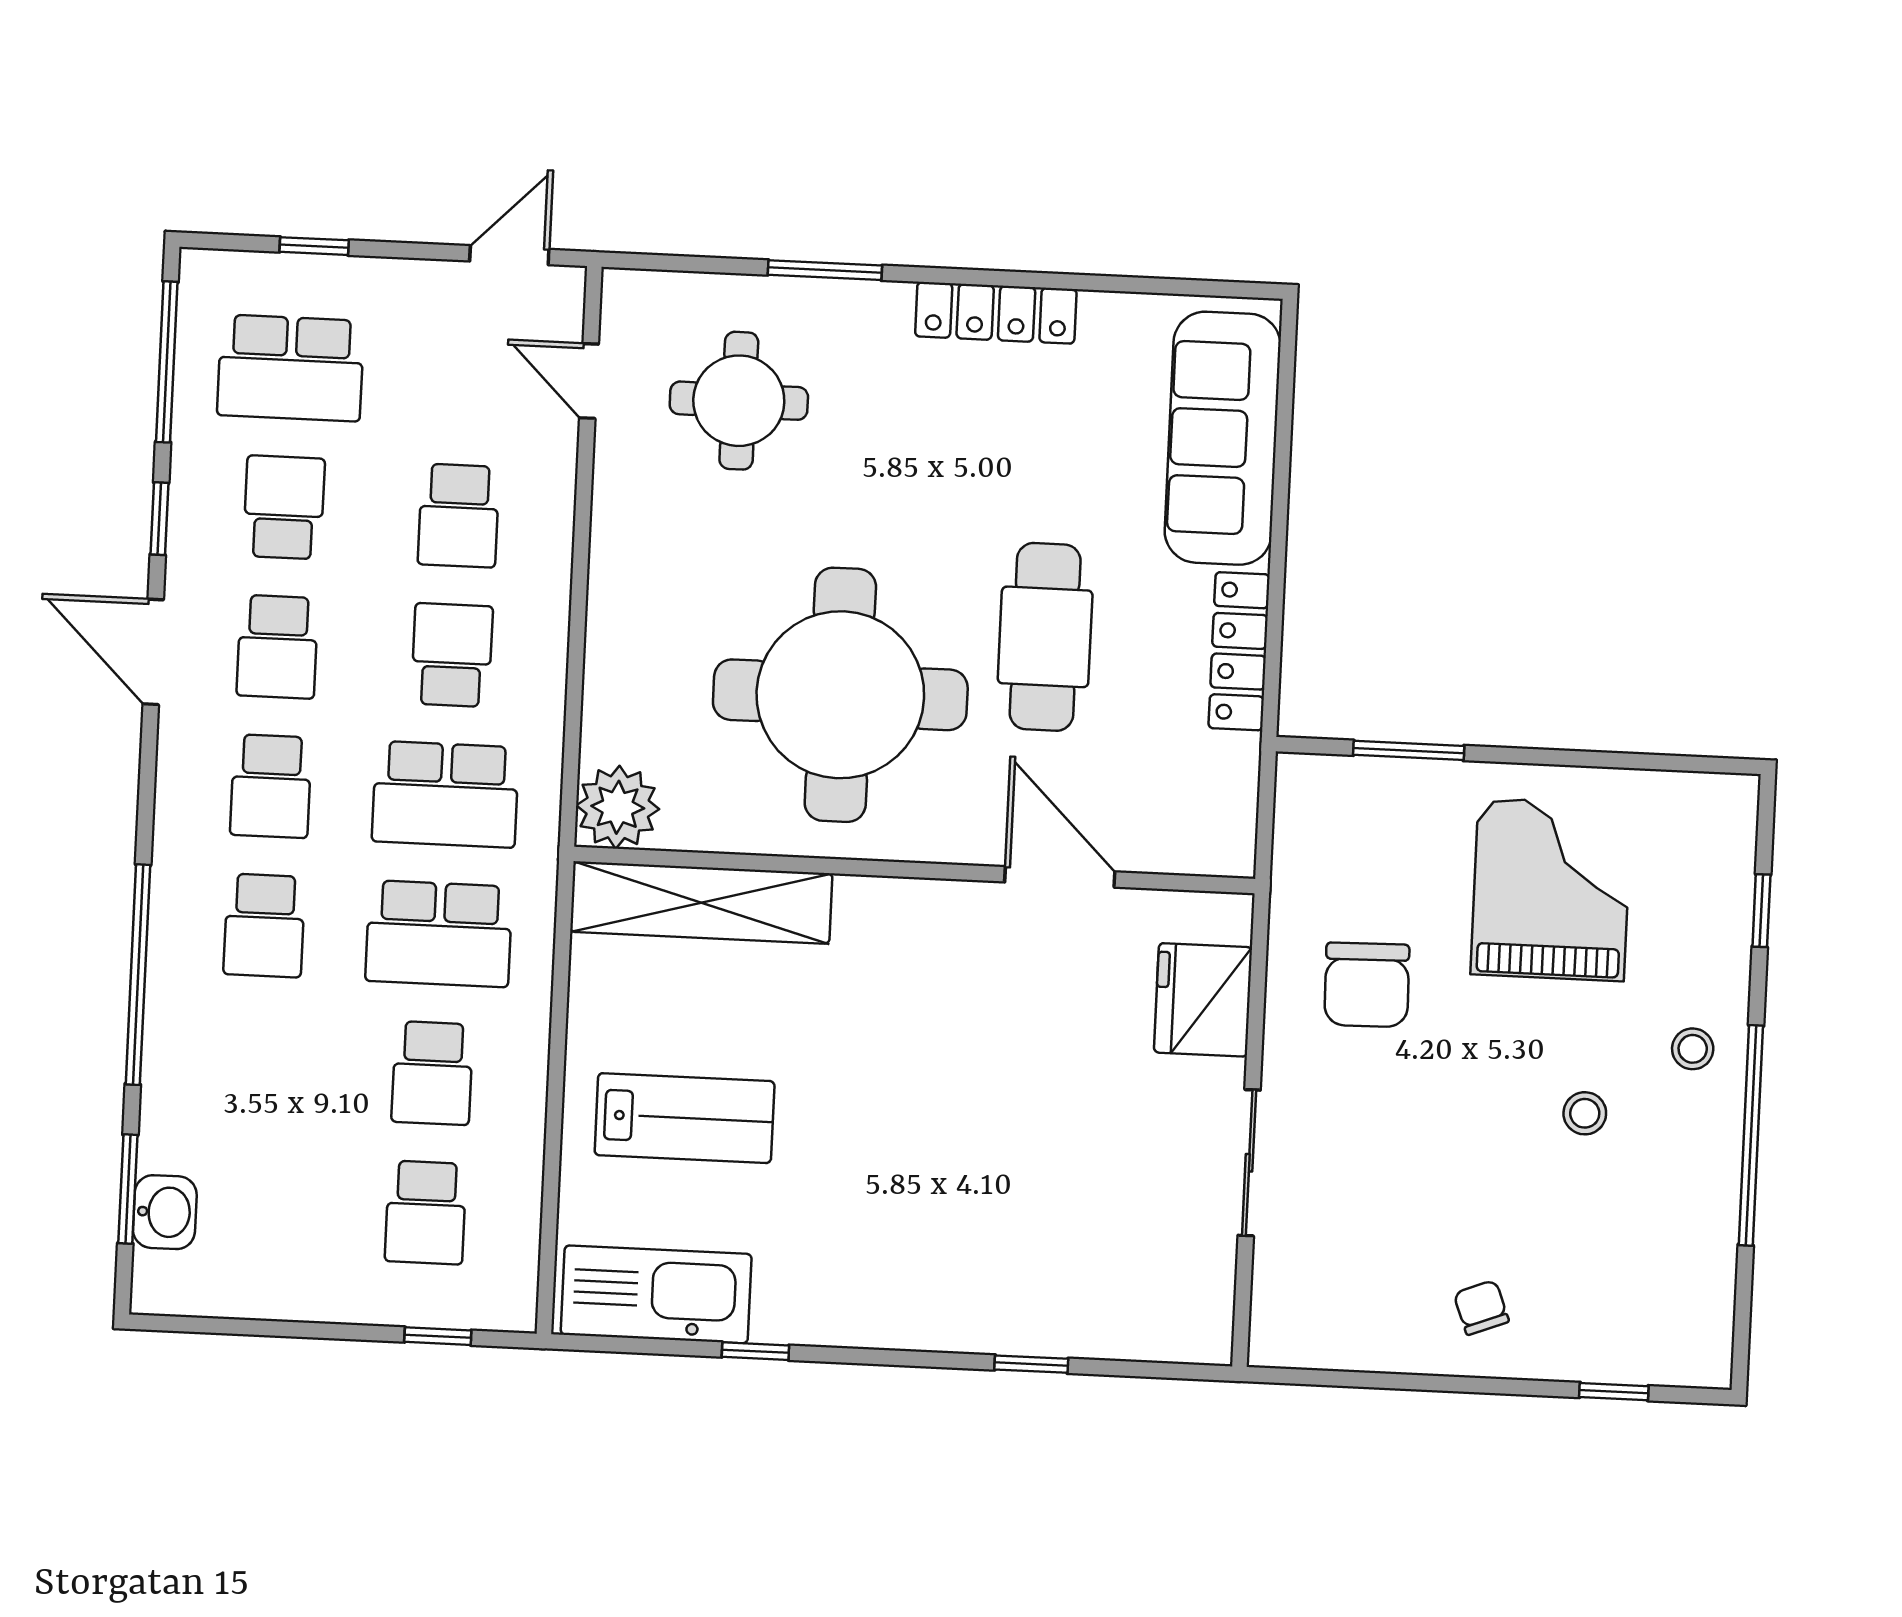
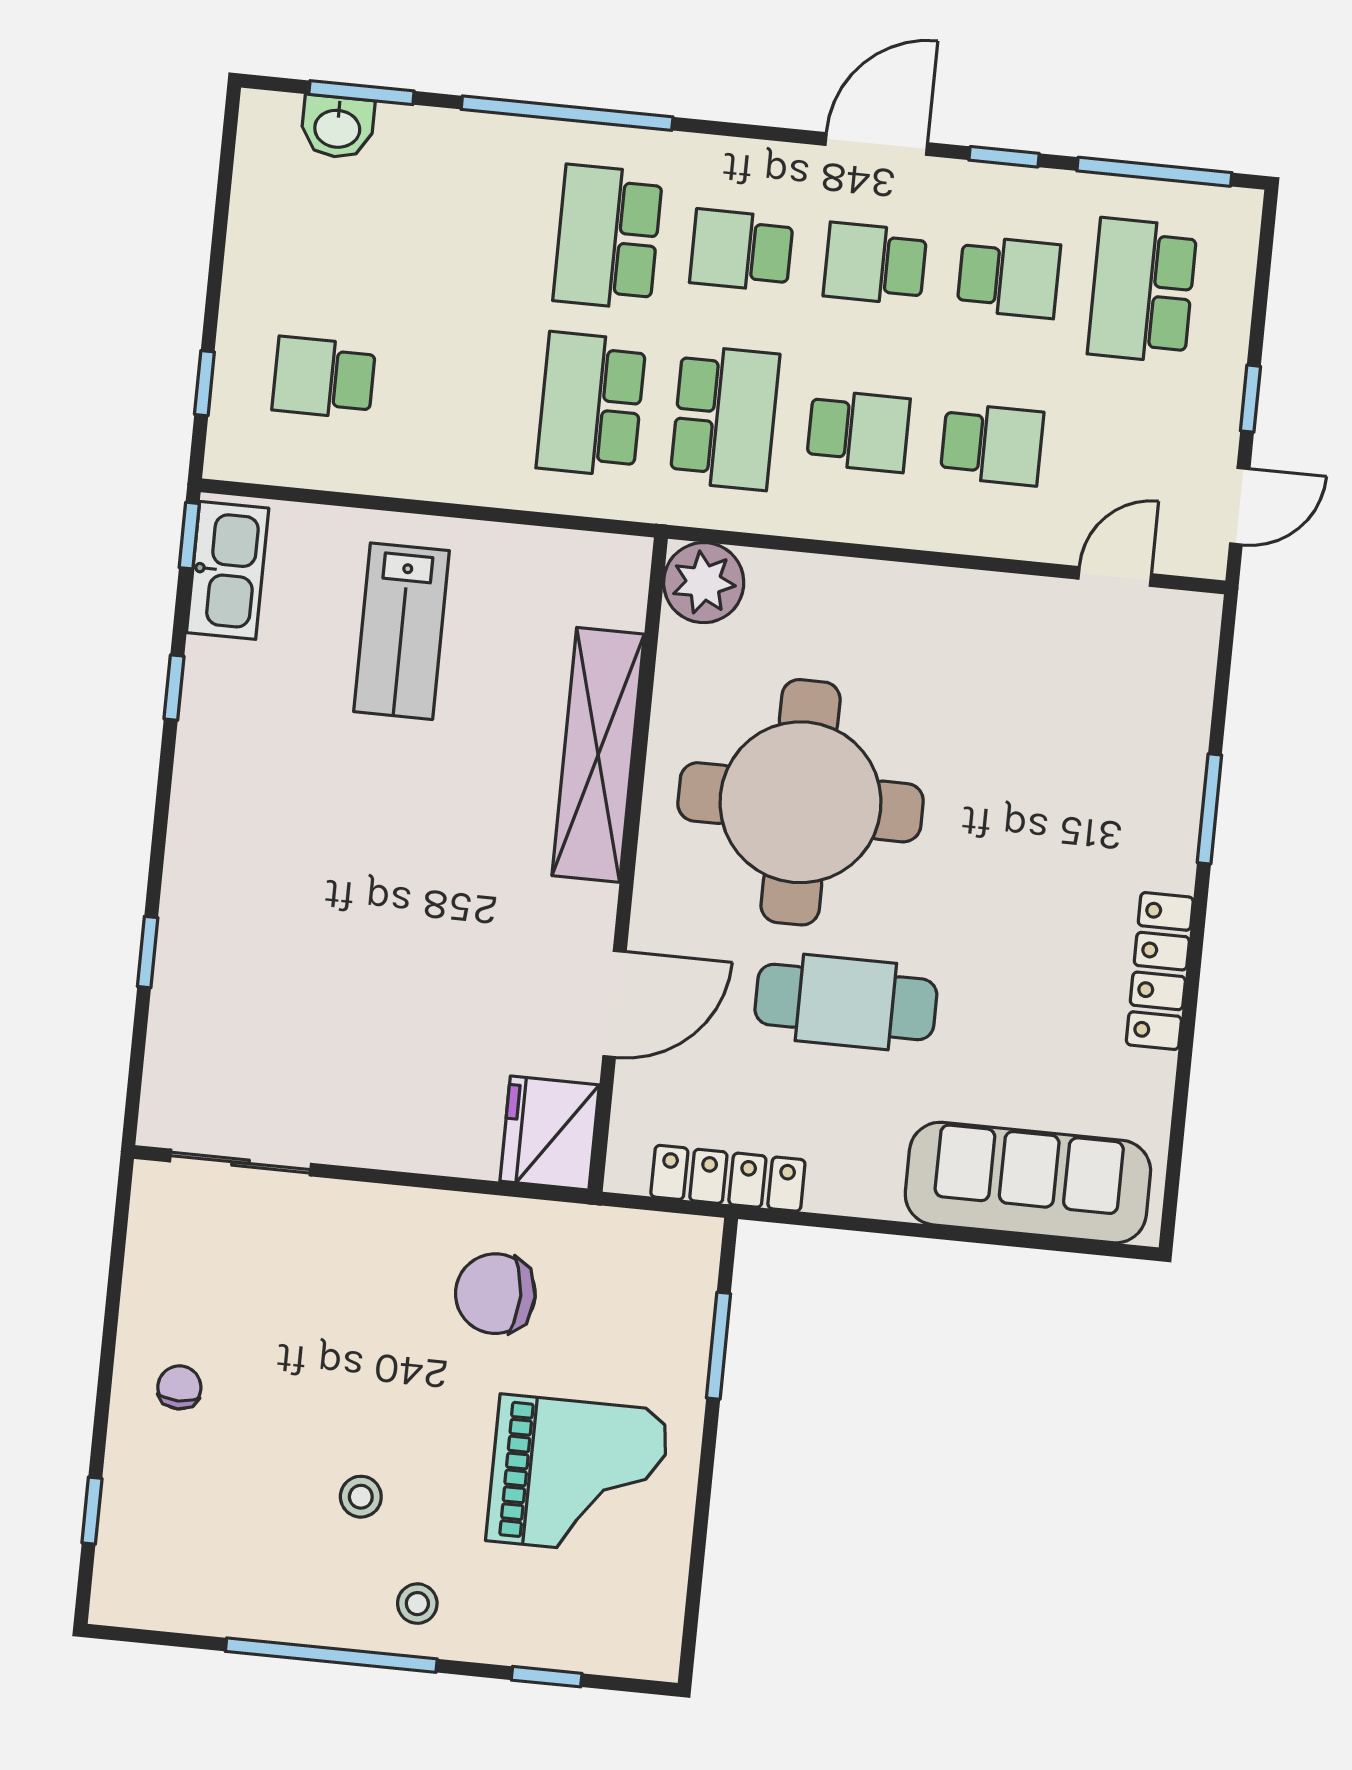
window: (314, 246) -> (1250, 399), moved
door: (509, 255) -> (1240, 506), hinge flipped
round table: (739, 401) -> (1088, 720), removed
school desk: (459, 516) -> (992, 444), turned 180
locker: (1239, 651) -> (728, 1178), moved
school desk: (445, 794) -> (725, 418), turned 180
shelving: (701, 903) -> (598, 755), moved
school desk: (264, 925) -> (608, 237), width x1.85
fridge: (1203, 1000) -> (550, 1133), moved, turned -90
school desk: (432, 1073) -> (457, 391), removed
sliding door: (1249, 1163) -> (240, 1163), moved
kitchen sink: (656, 1294) -> (228, 570), width x0.73, depth x0.81
chair: (1481, 1307) -> (179, 1387), turned -69
window: (597, 1344) -> (189, 536), added

